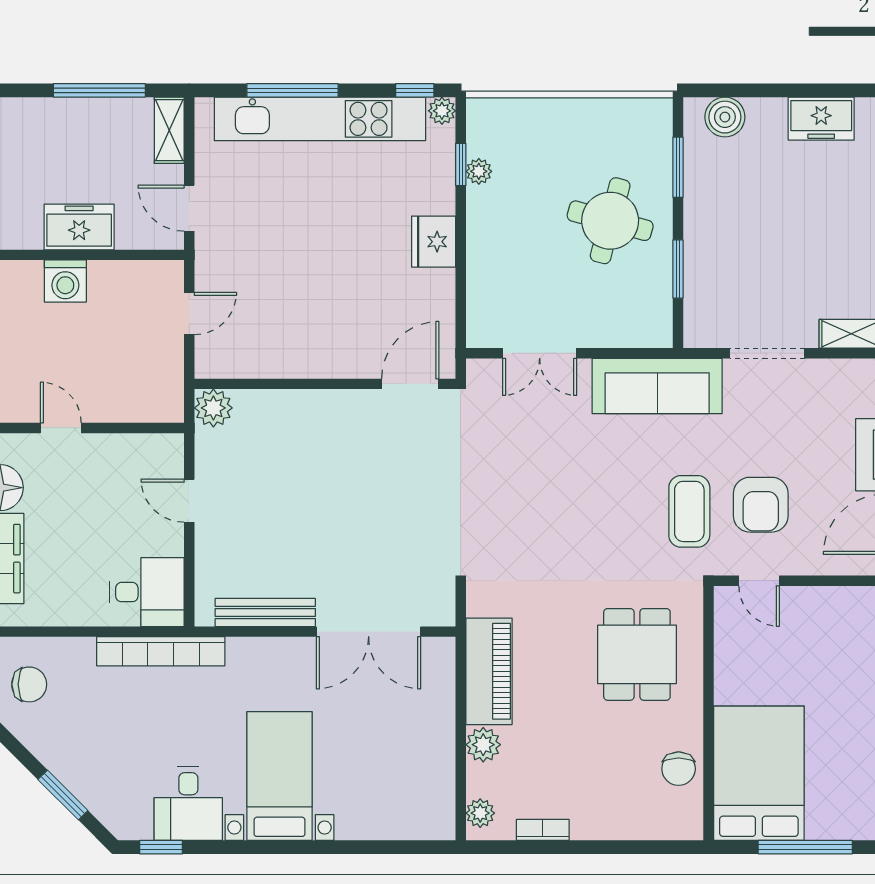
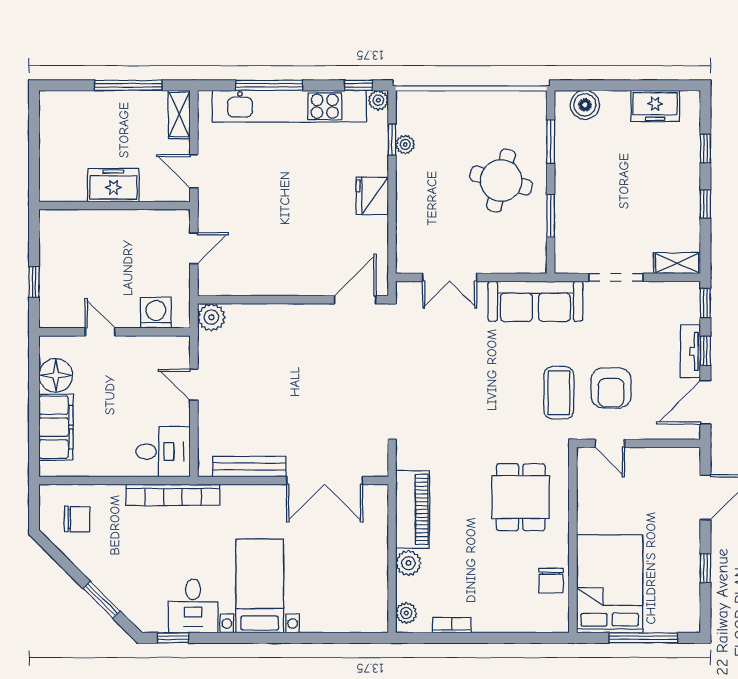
washing machine: (65, 281) -> (156, 313), moved, turned 180

